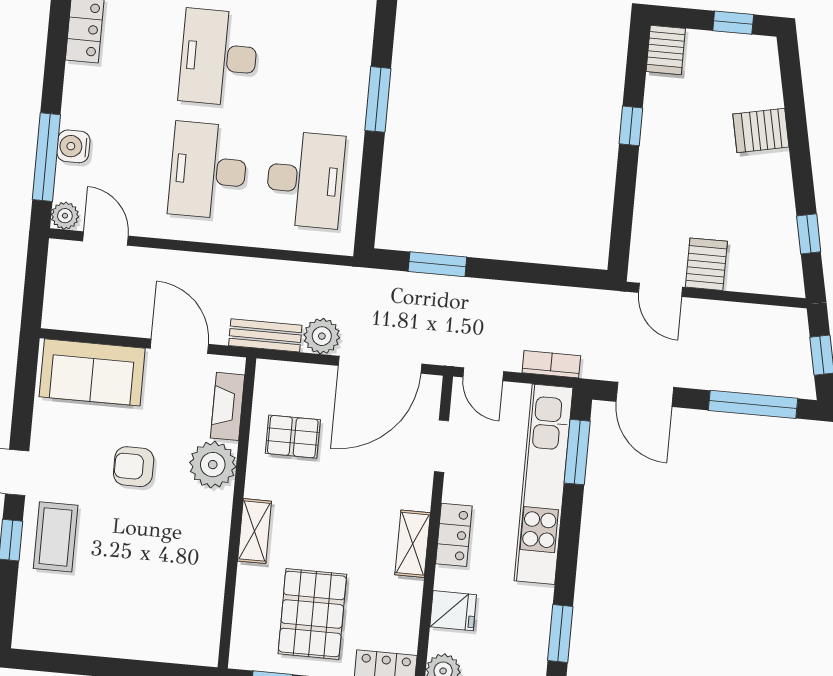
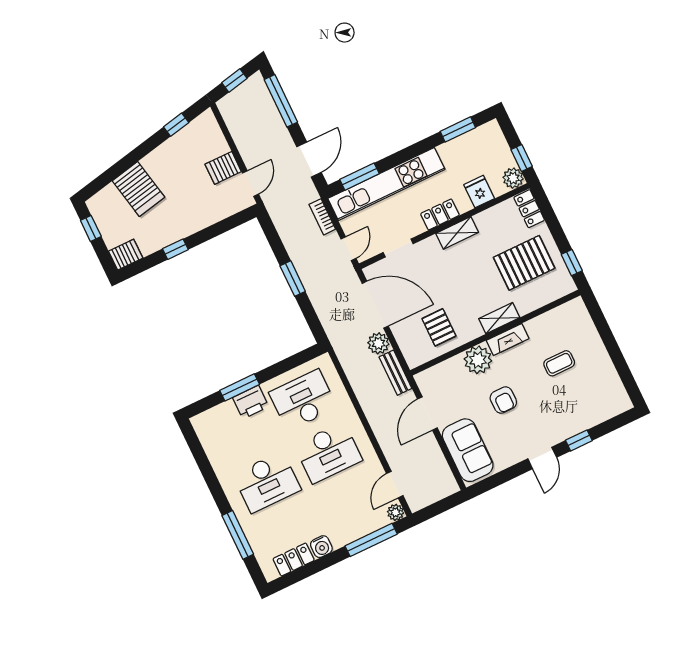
printer: (347, 103) -> (251, 402), added
server rack: (761, 131) -> (139, 189), width x1.36, depth x1.44
water cooler: (73, 146) -> (321, 547), moved
window: (437, 264) -> (293, 279), moved
fireplace: (228, 406) -> (508, 340), moved
coffee table: (56, 537) -> (559, 363), moved, width x0.73, depth x0.77

